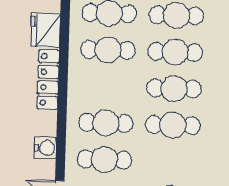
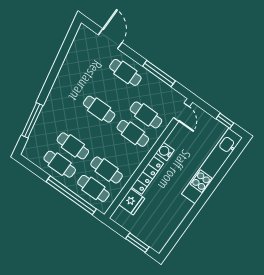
cafe table: (174, 89) -> (86, 127), removed
water cooler: (45, 148) -> (165, 151), moved

